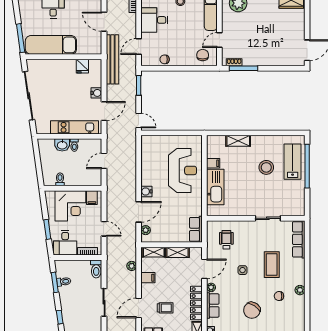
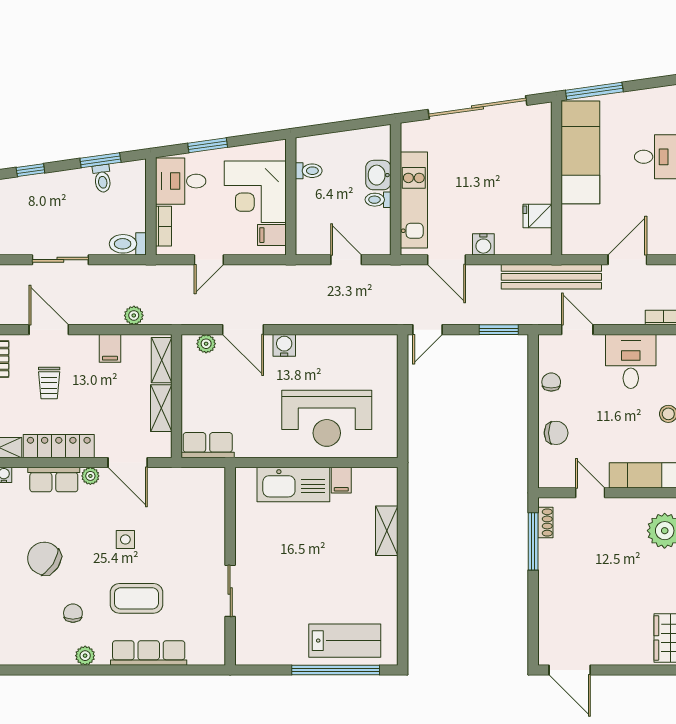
chair: (203, 55) -> (556, 433), moved
stool: (266, 167) -> (333, 588), removed
row of seats: (299, 239) -> (149, 653), moved
wheelchair: (226, 240) -> (186, 507), removed

